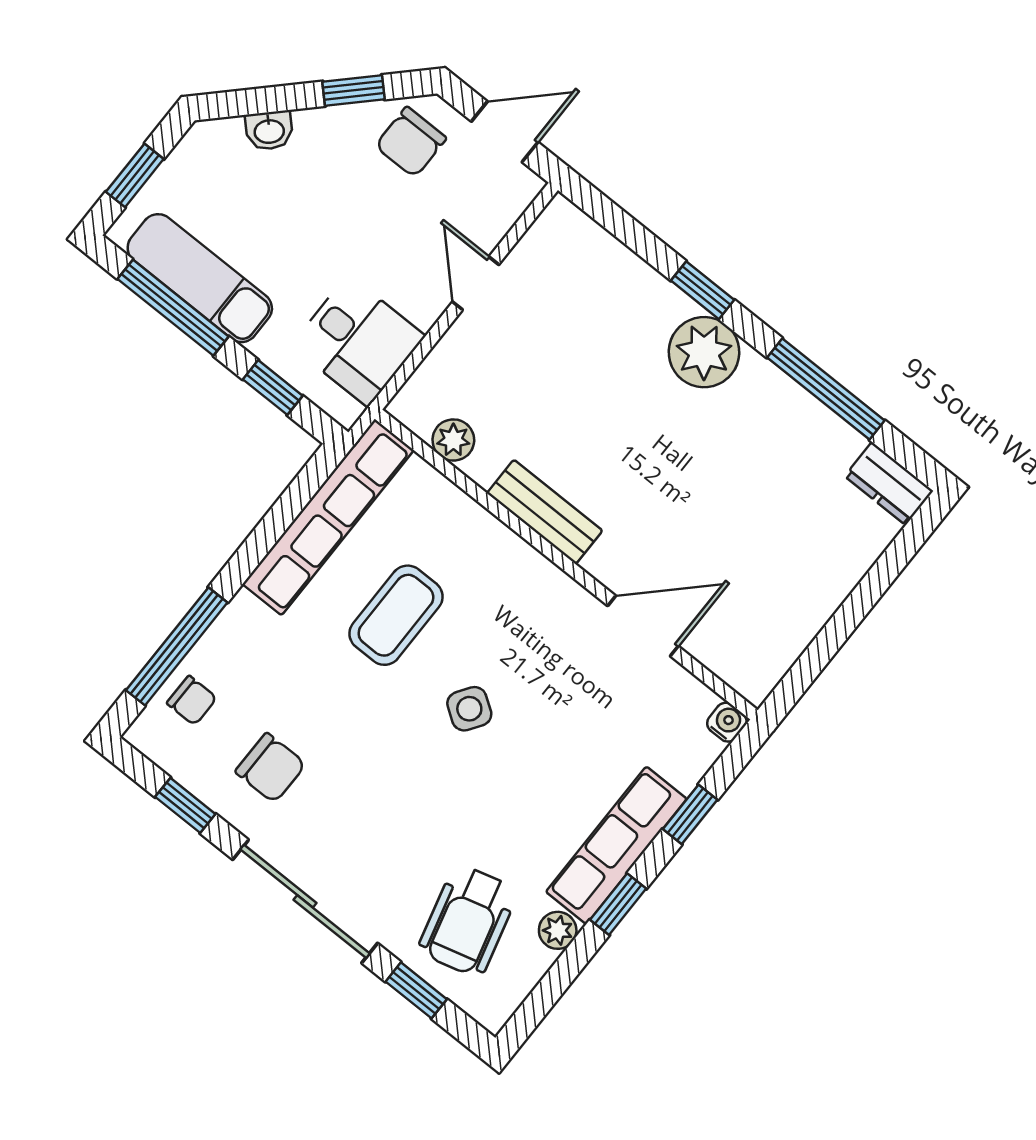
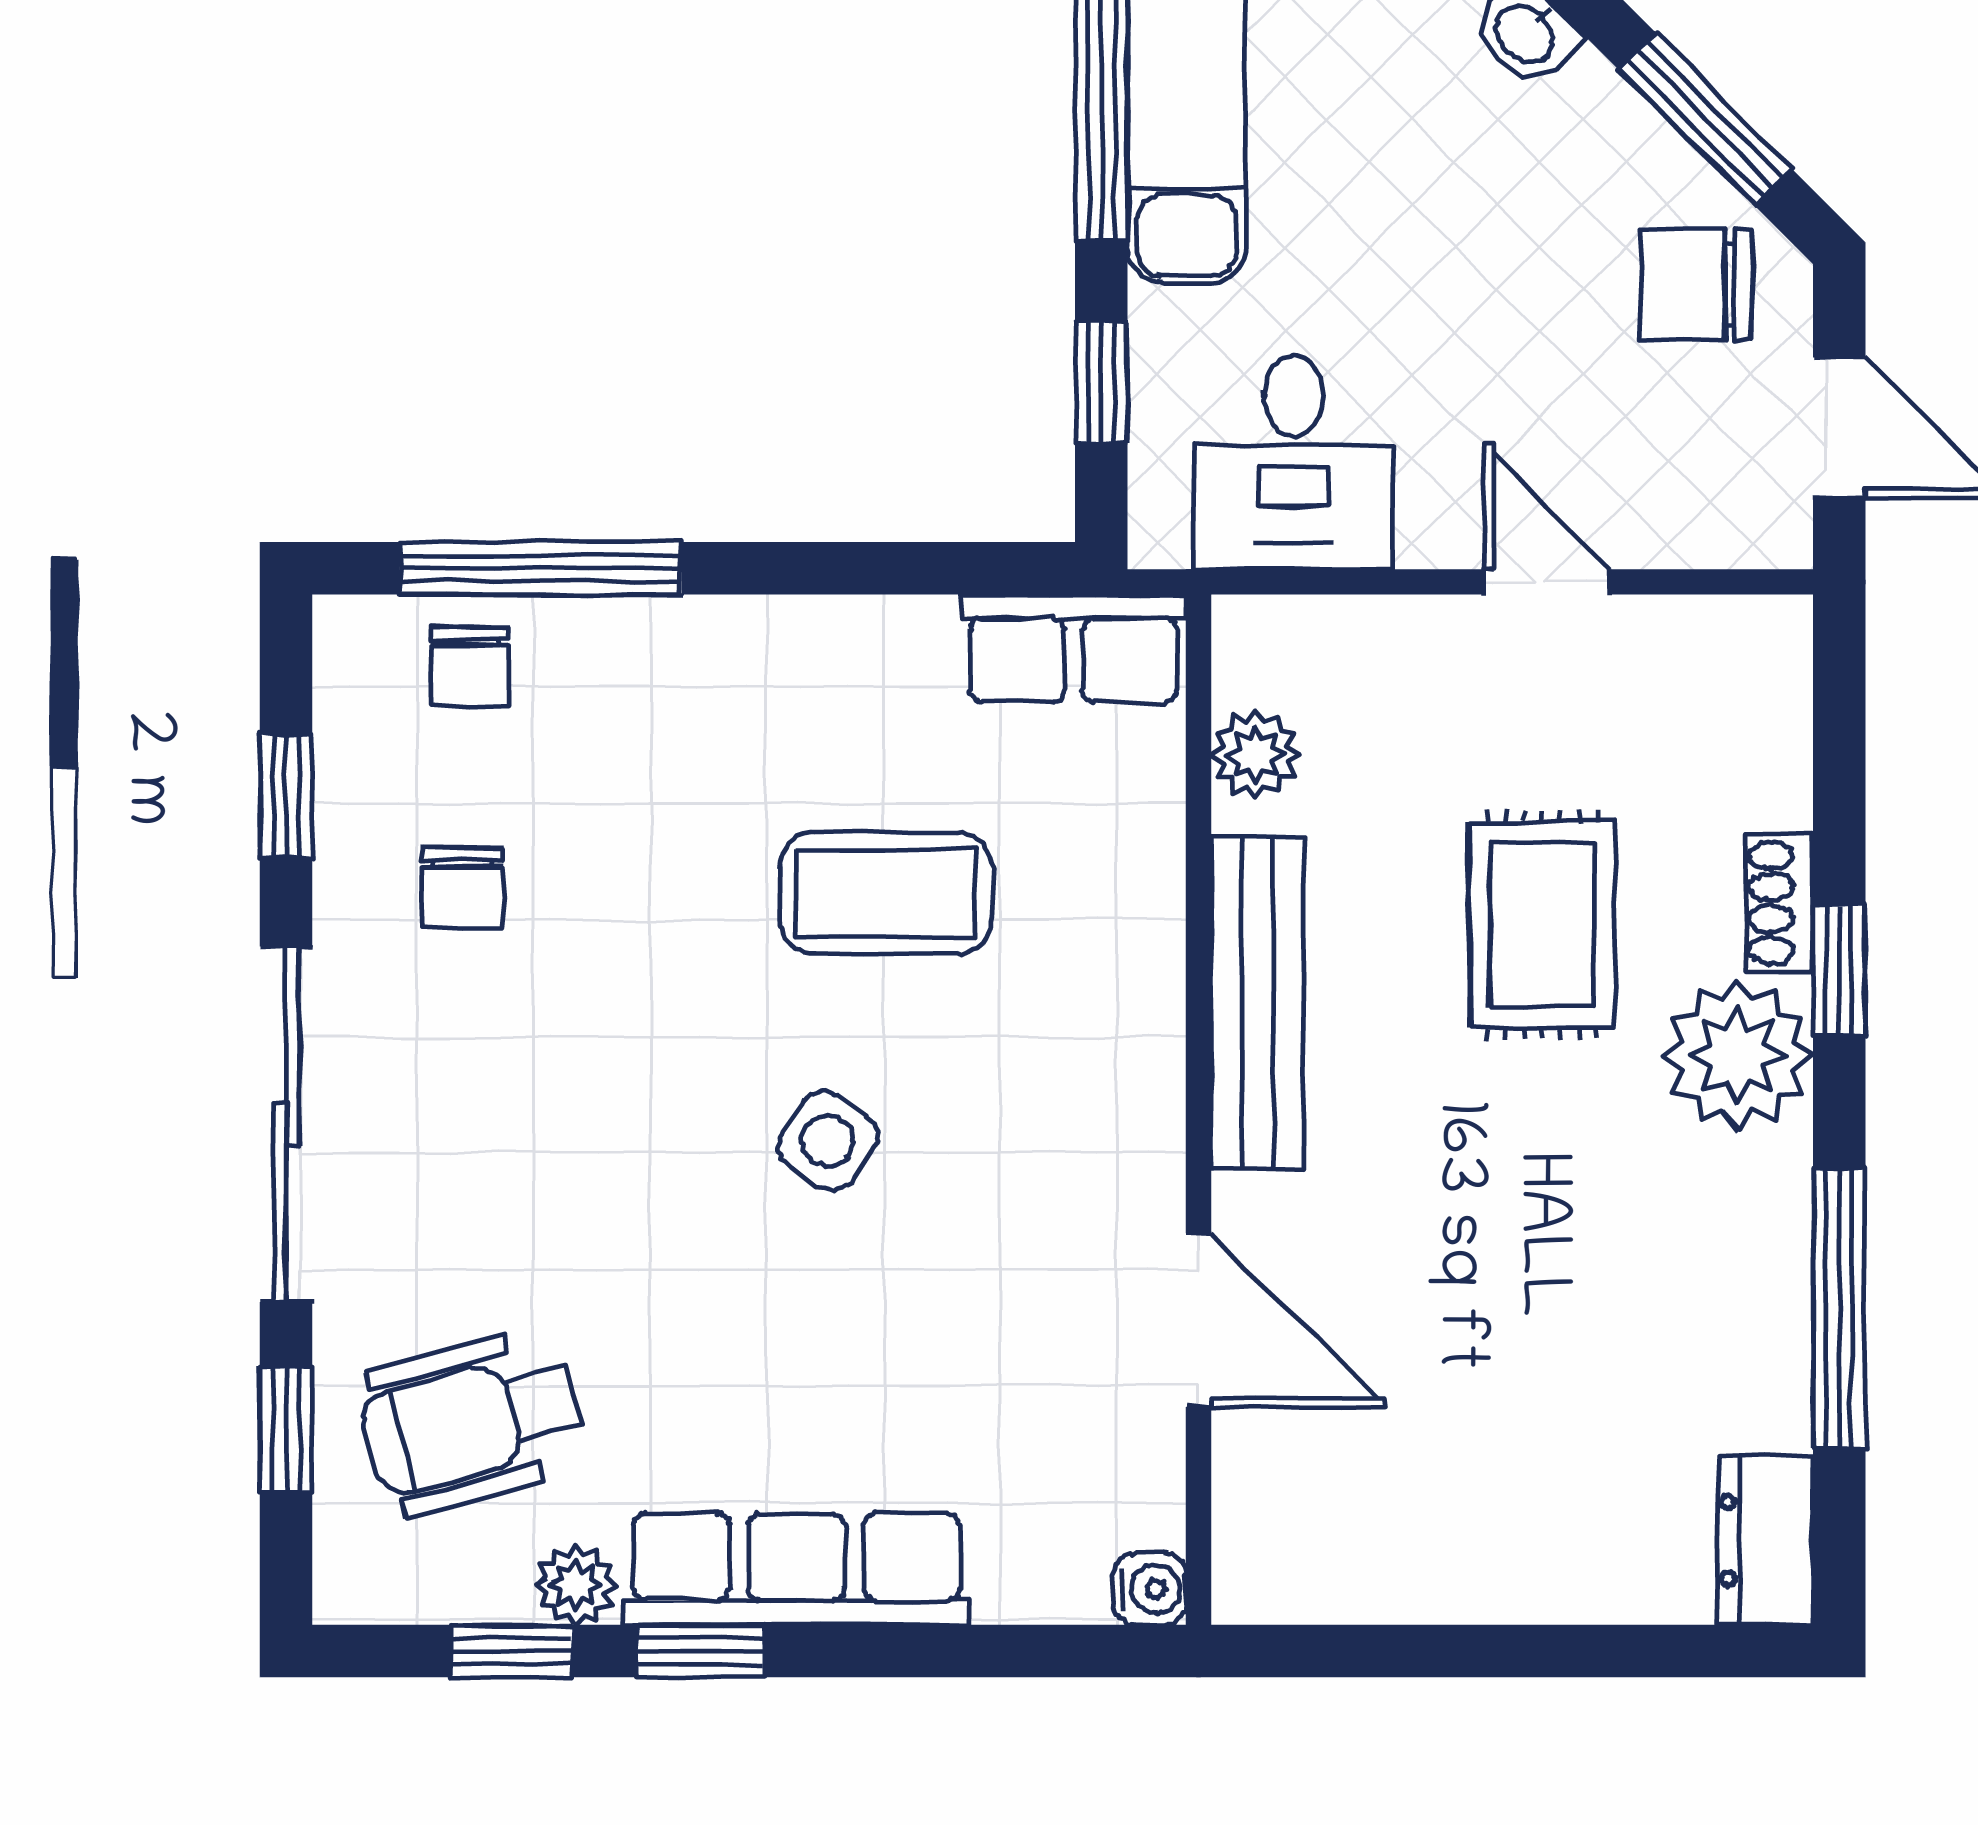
window: (354, 90) -> (1706, 120), width x1.50
door: (476, 283) -> (1547, 582), hinge flipped
shoe rack: (661, 292) -> (1780, 903), added
rug: (599, 385) -> (1542, 925), added
bench: (545, 512) -> (1258, 1003), width x1.36
row of seats: (328, 517) -> (1073, 648), width x0.50
chair: (271, 768) -> (463, 888), width x0.73, depth x0.73
window: (690, 814) -> (512, 1651), moved

